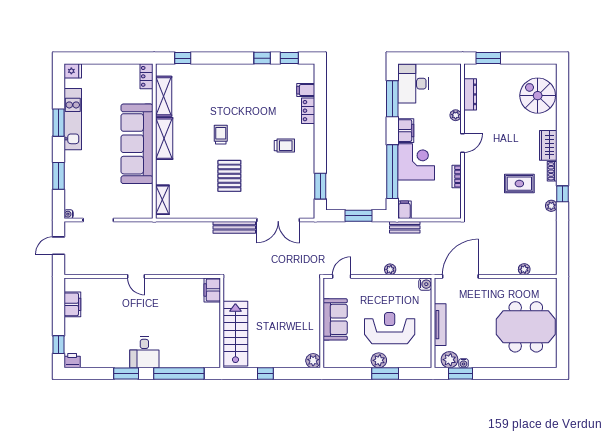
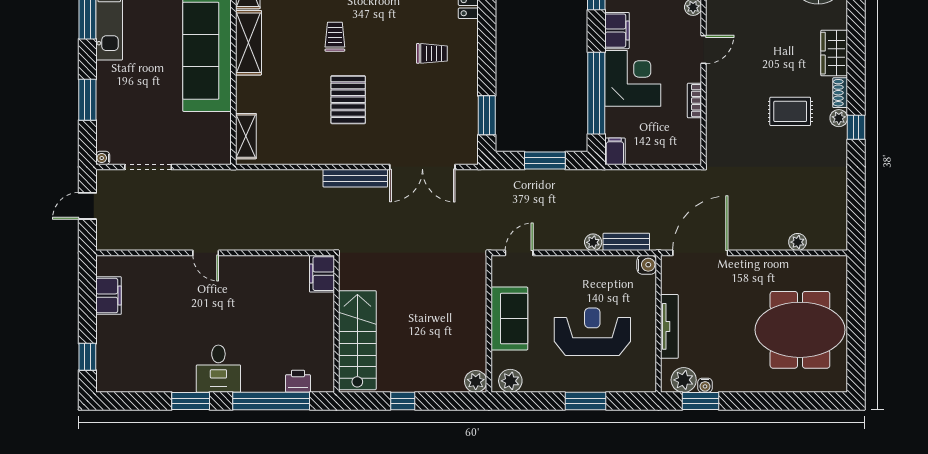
plant: (551, 206) -> (839, 118), moved
bench: (405, 227) -> (626, 242), moved
plant: (379, 360) -> (510, 381), moved
printer: (72, 361) -> (298, 381), moved

